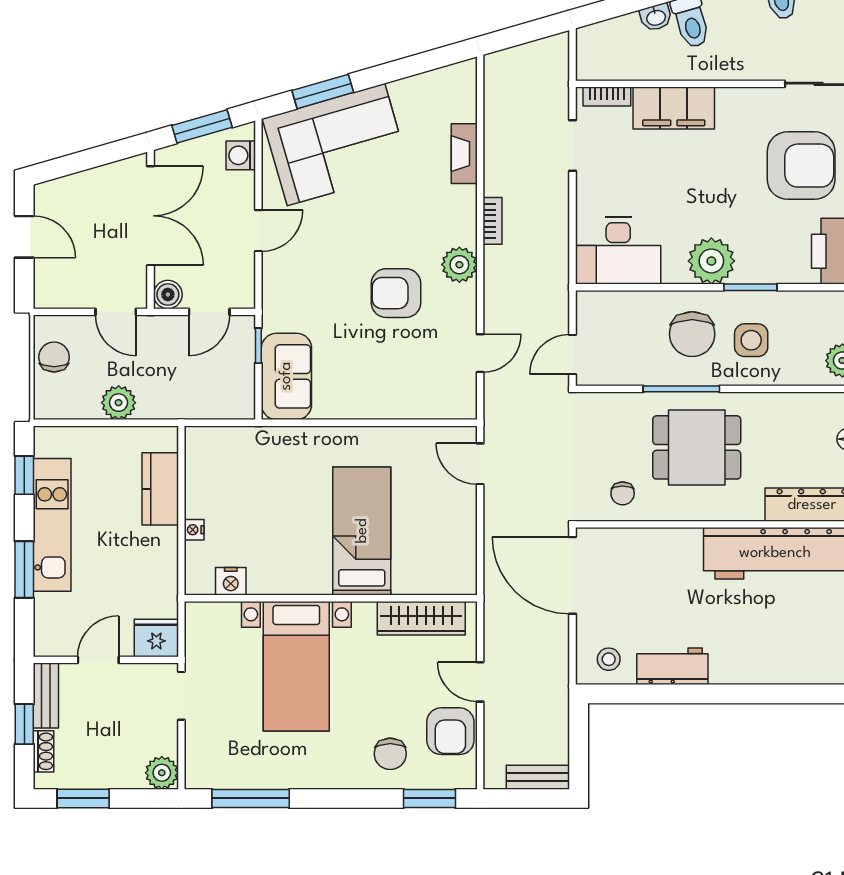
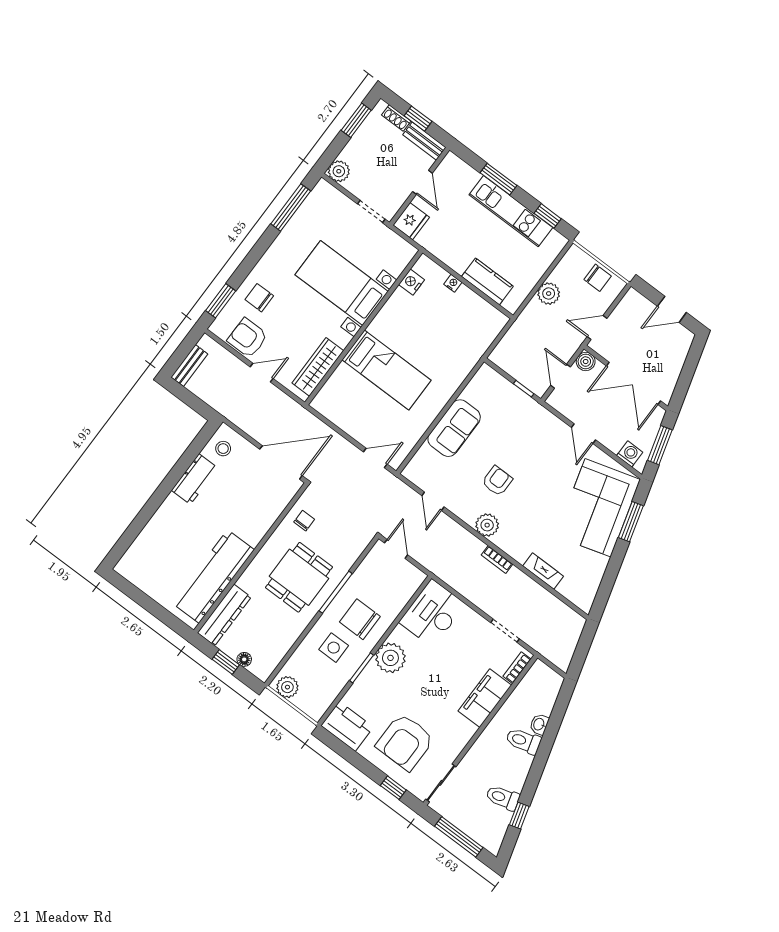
armchair: (396, 293) -> (497, 481), width x0.72, depth x0.72
sofa: (286, 376) -> (454, 428), moved, turned -90
chair: (623, 493) -> (304, 521), turned 90

